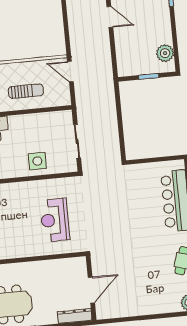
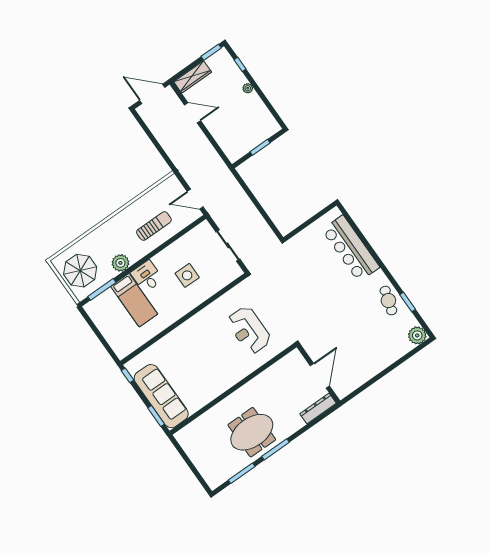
plant: (165, 53) -> (248, 88), moved, width x0.53, depth x0.53
door: (70, 72) -> (195, 199), moved
side table: (37, 161) -> (187, 275), moved

